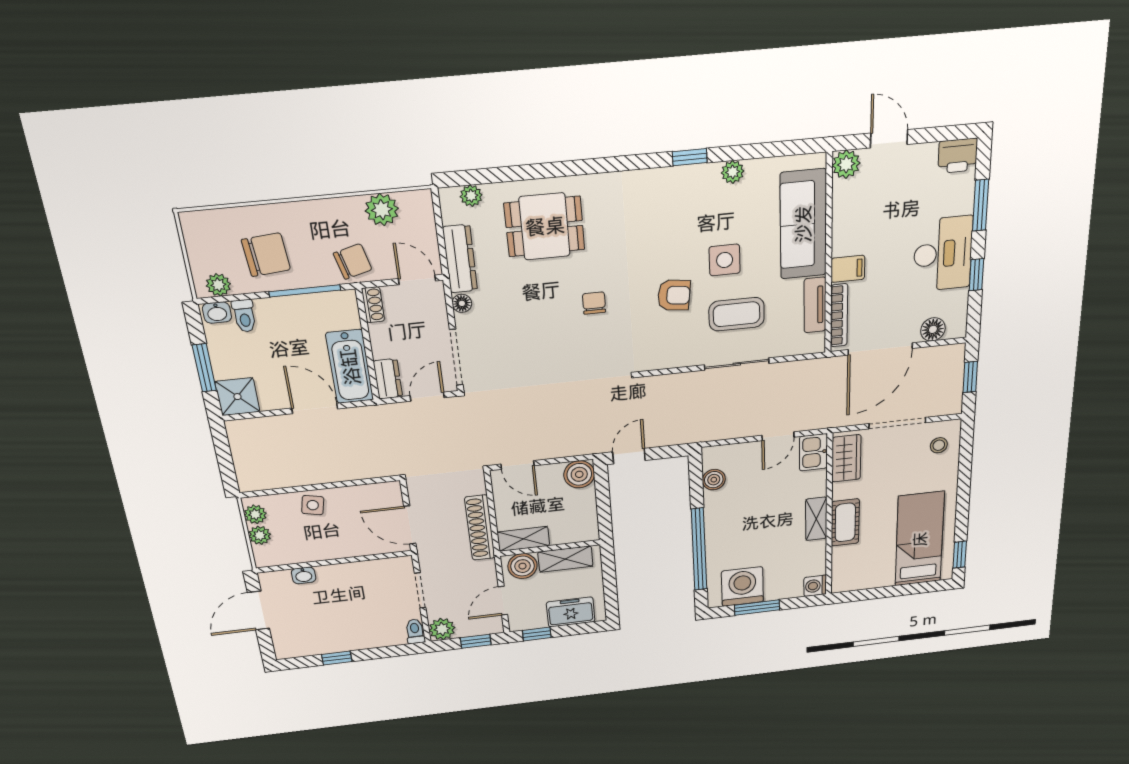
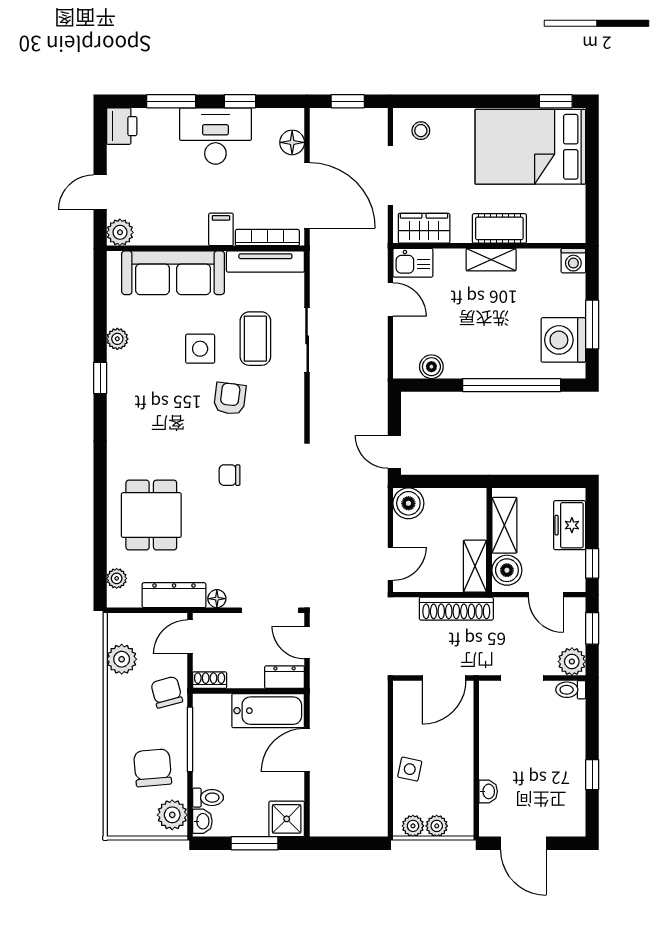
plant: (218, 285) -> (172, 815), width x1.38, depth x1.38
tv unit: (815, 305) -> (265, 262), width x1.41
bed: (920, 539) -> (530, 147), width x1.50

